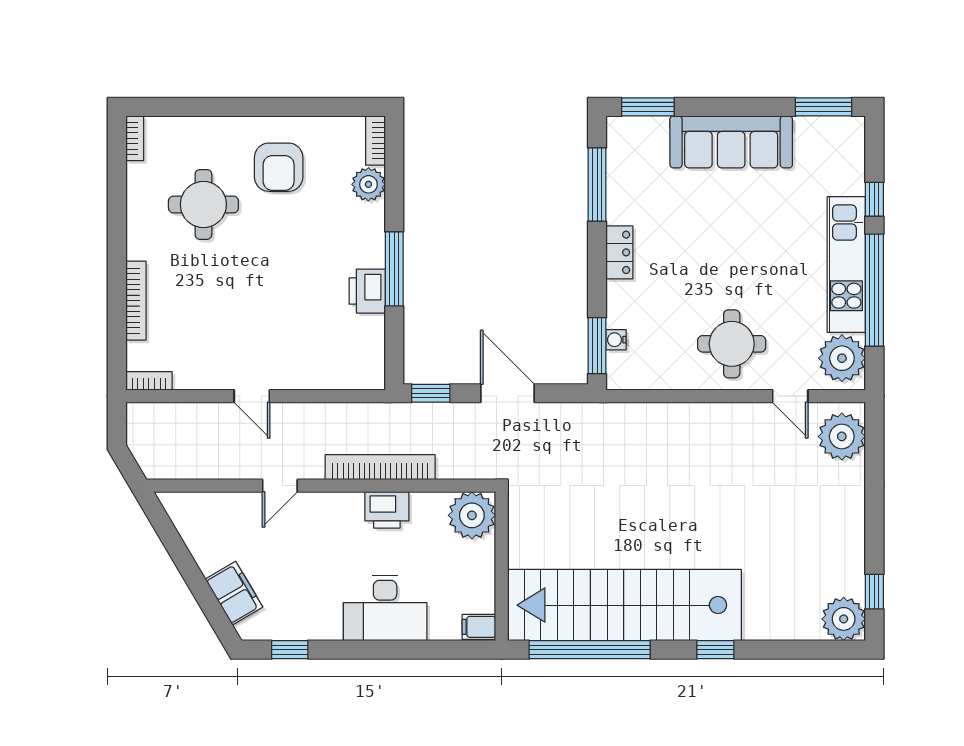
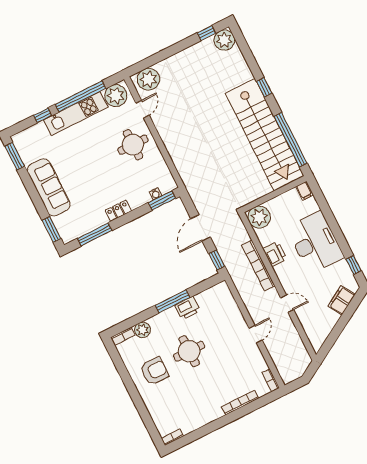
round table: (203, 204) -> (189, 351), moved
desk: (385, 608) -> (315, 242), width x1.36, depth x1.30

